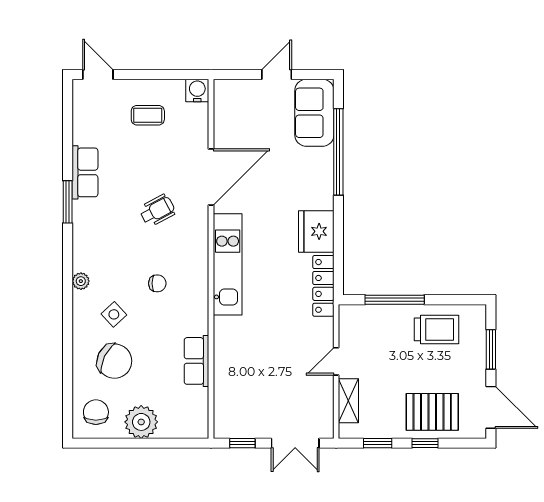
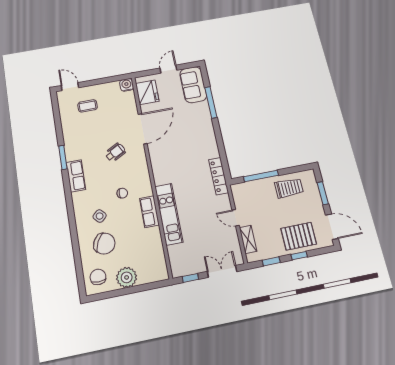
coffee table: (148, 115) -> (88, 106), moved
window: (338, 152) -> (211, 102), width x0.68
row of seats: (85, 172) -> (76, 176), moved
fridge: (316, 231) -> (147, 92), moved, turned 180
kitchen unit: (228, 264) -> (169, 214), moved
plant: (81, 281) -> (77, 201), removed
row of seats: (197, 361) -> (149, 212), moved
door: (336, 361) -> (236, 218), hinge flipped
double door: (295, 443) -> (222, 271), swing flipped

